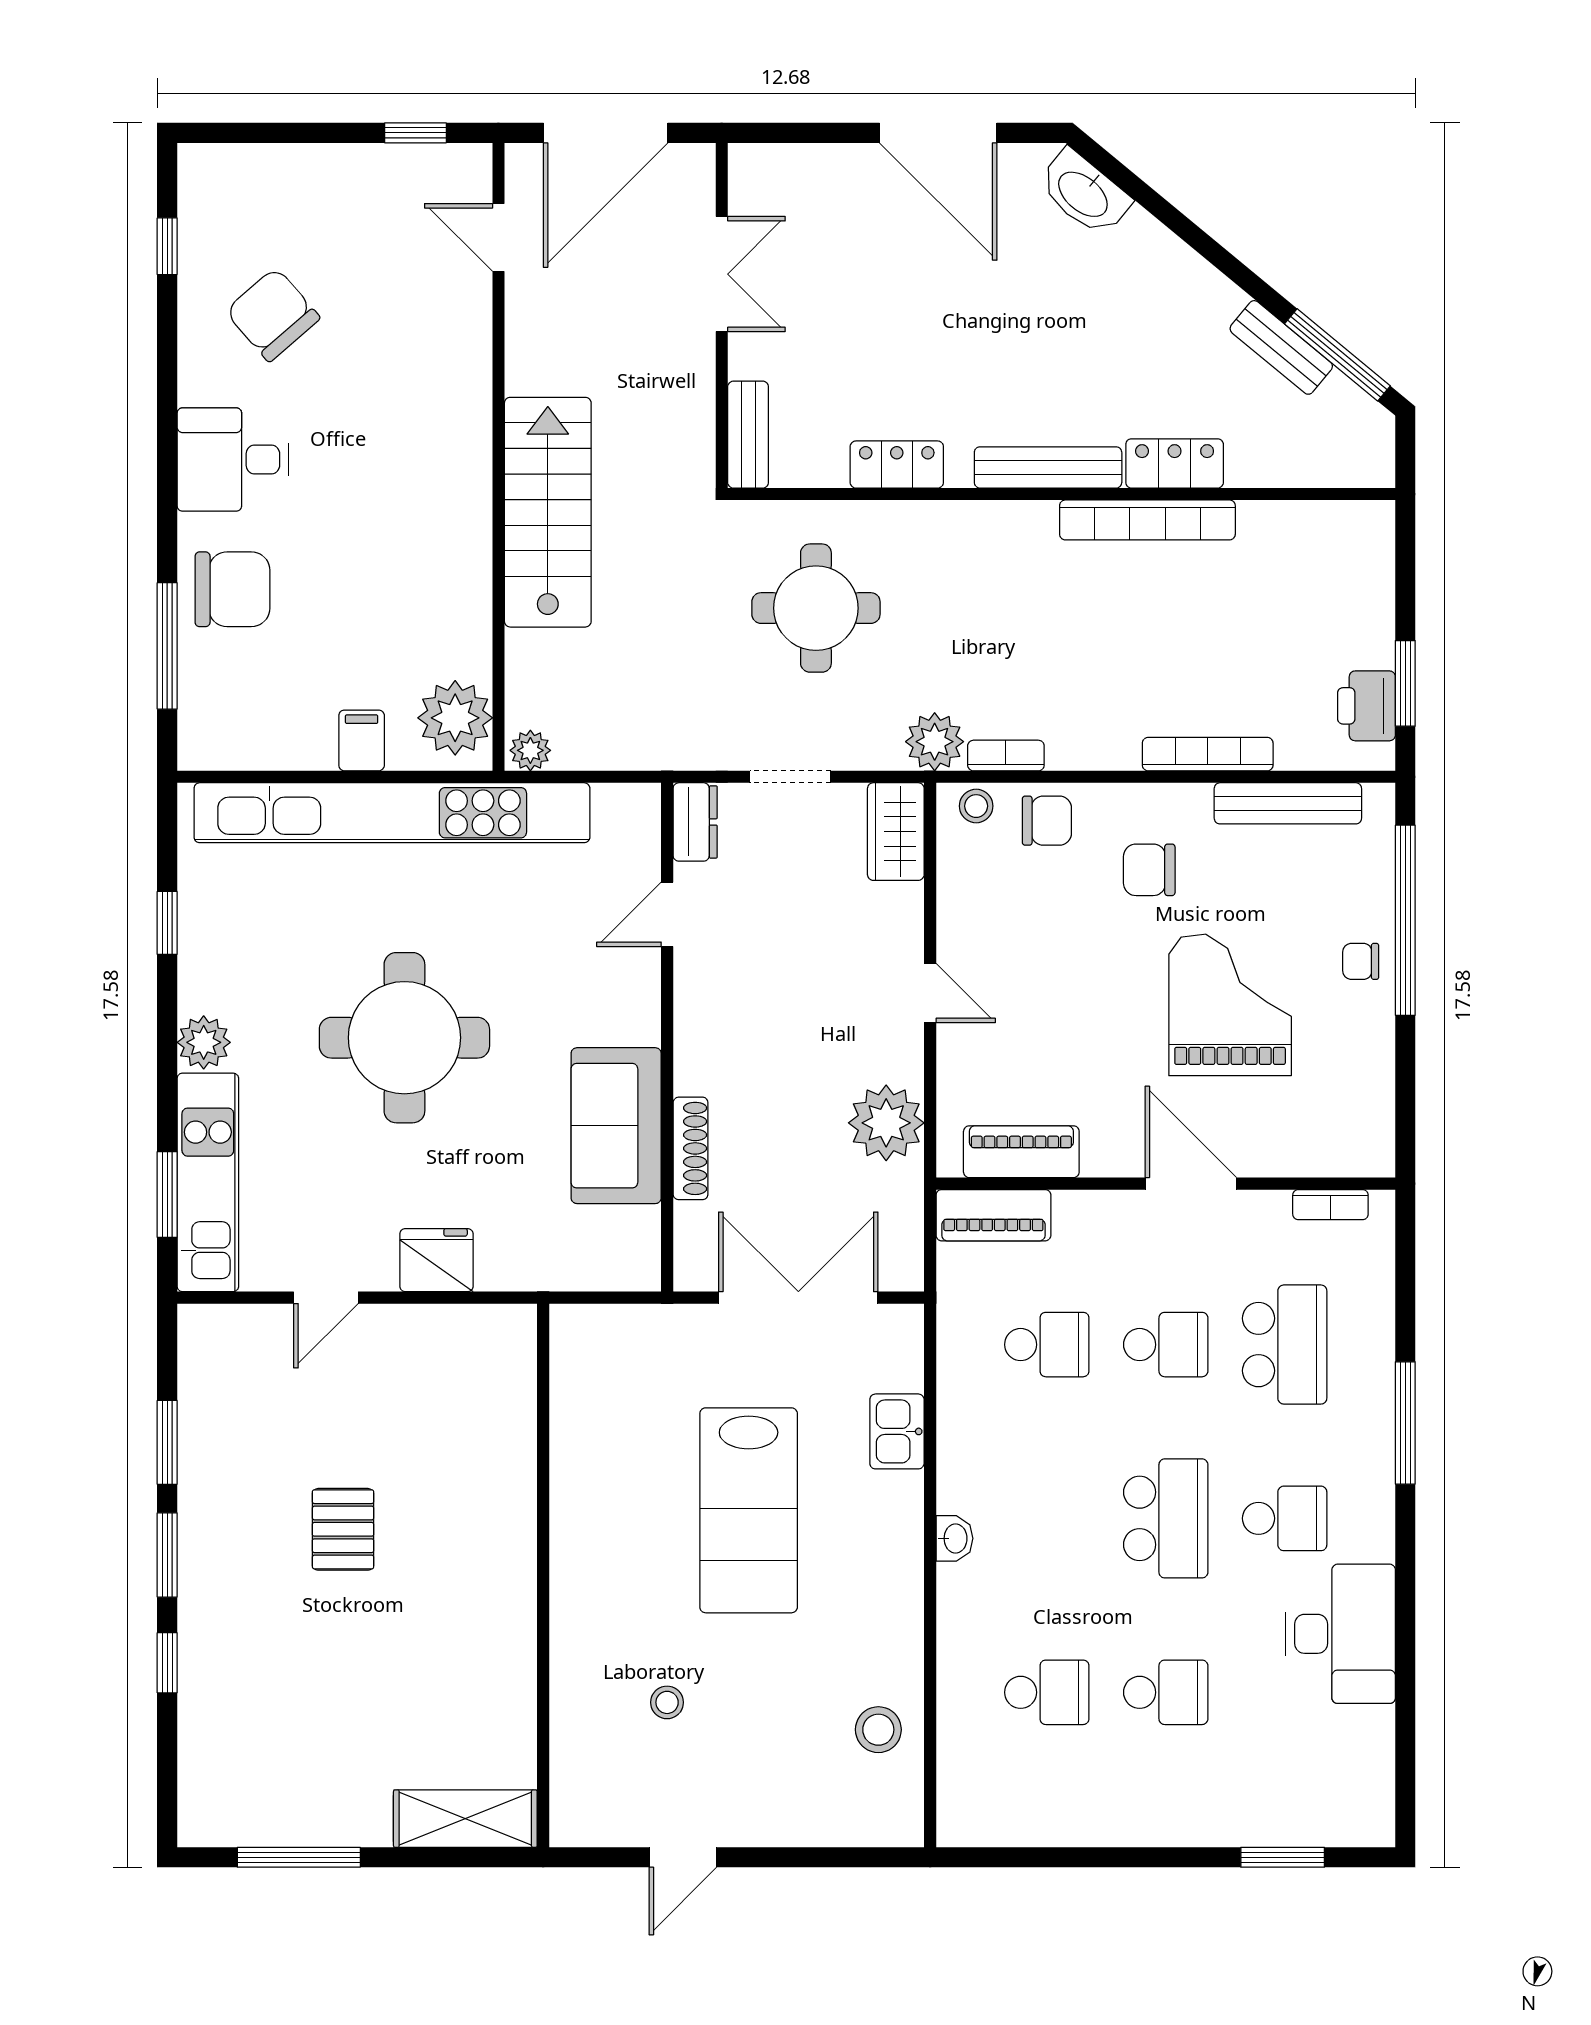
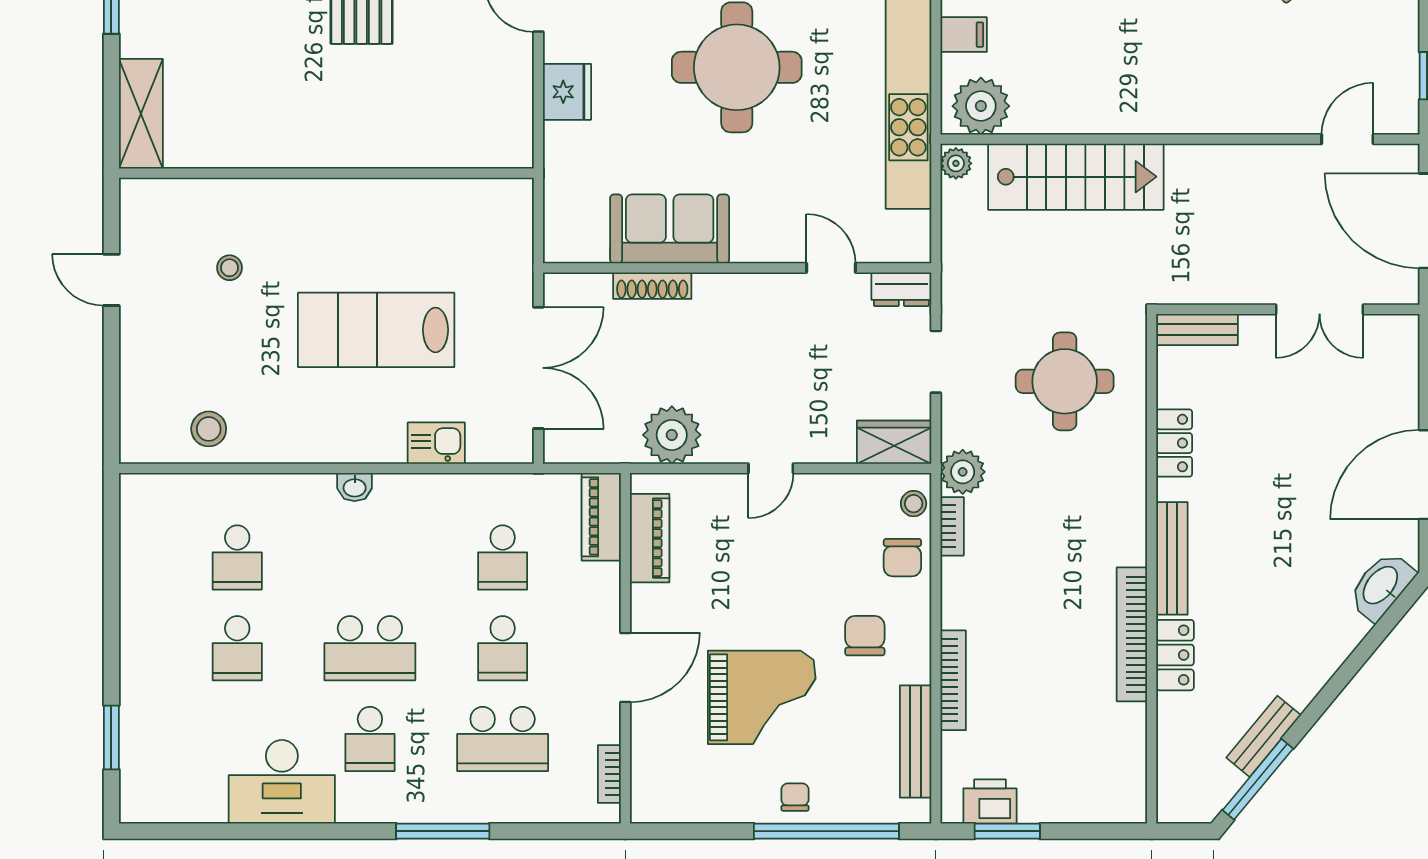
stairs: (548, 512) -> (1076, 177), moved

